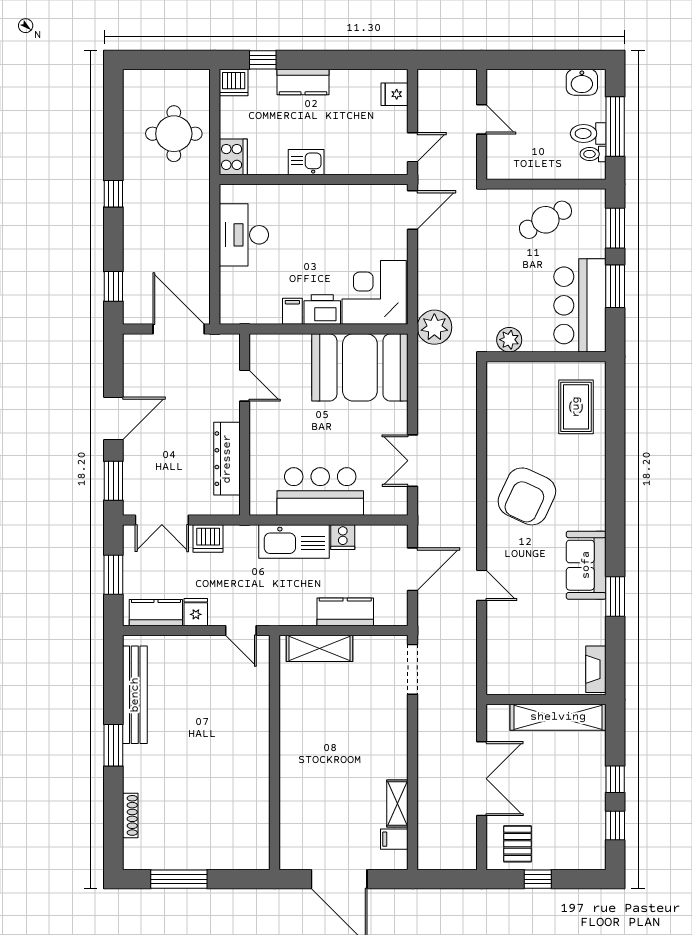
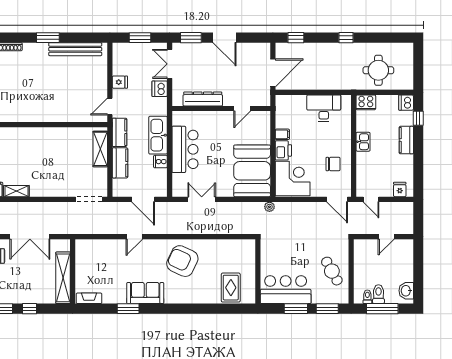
chair: (347, 217) -> (333, 164), added
plant: (434, 327) -> (269, 207), width x0.53, depth x0.53
plant: (509, 340) -> (267, 251), removed
rug: (576, 407) -> (231, 288), turned 90
kitchen counter: (156, 613) -> (120, 132), moved

